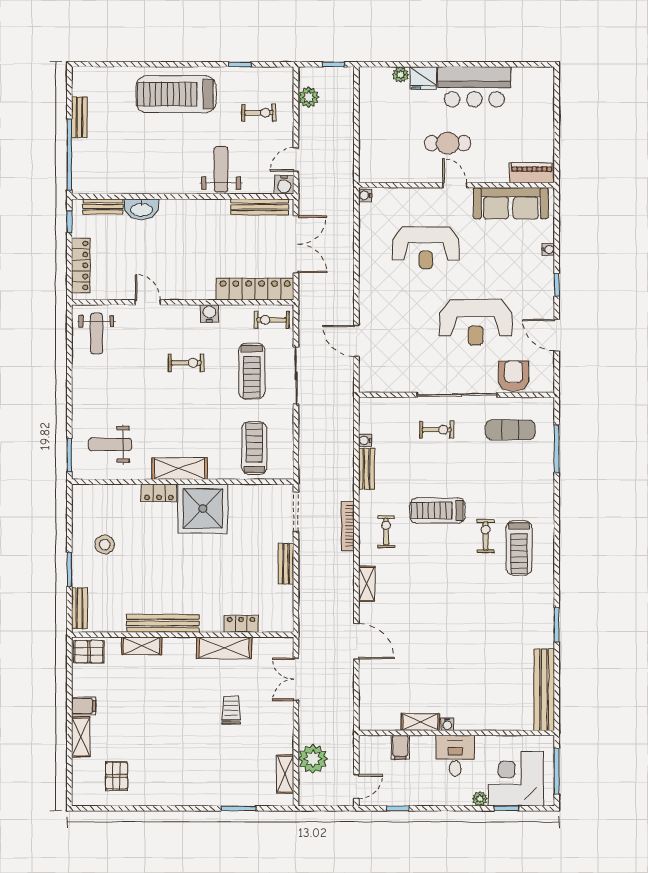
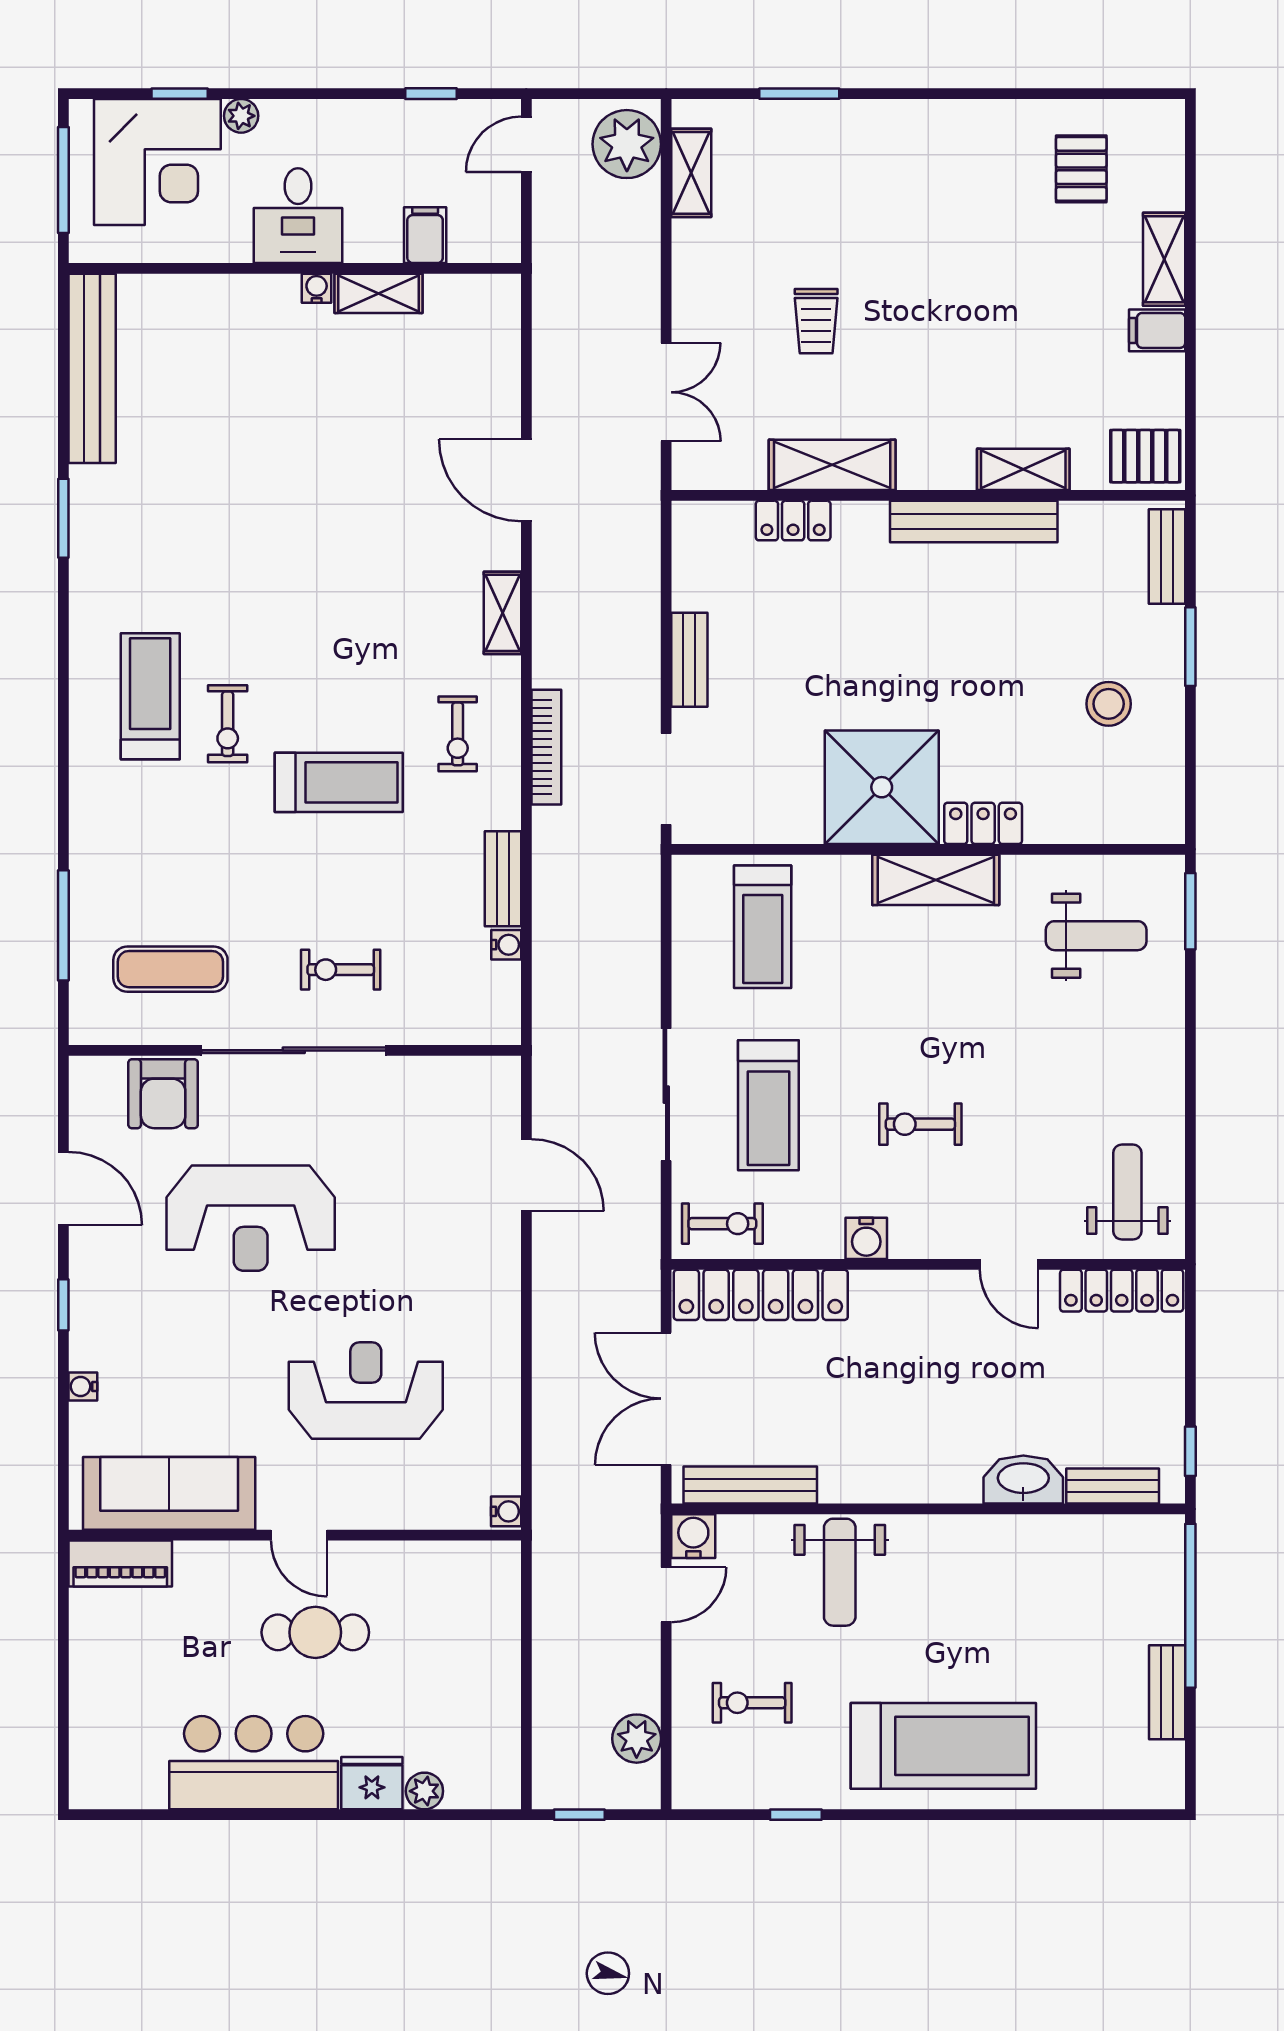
locker: (81, 265) -> (1122, 1291), moved, turned -90
reception desk: (476, 322) -> (251, 1218), turned 180
treadmill: (252, 371) -> (768, 1105), turned 180
plant: (313, 759) -> (627, 144), moved

